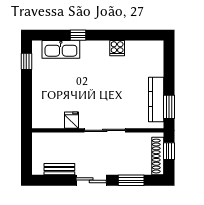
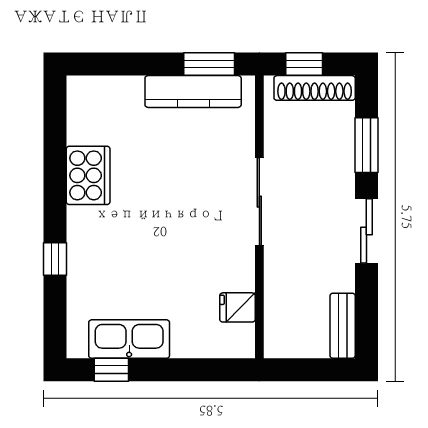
cooker: (117, 48) -> (88, 175), width x1.87, depth x1.31
kitchen sink: (61, 49) -> (129, 339), moved, turned -90
fridge: (72, 120) -> (237, 307), moved
bench: (59, 169) -> (343, 326), moved

